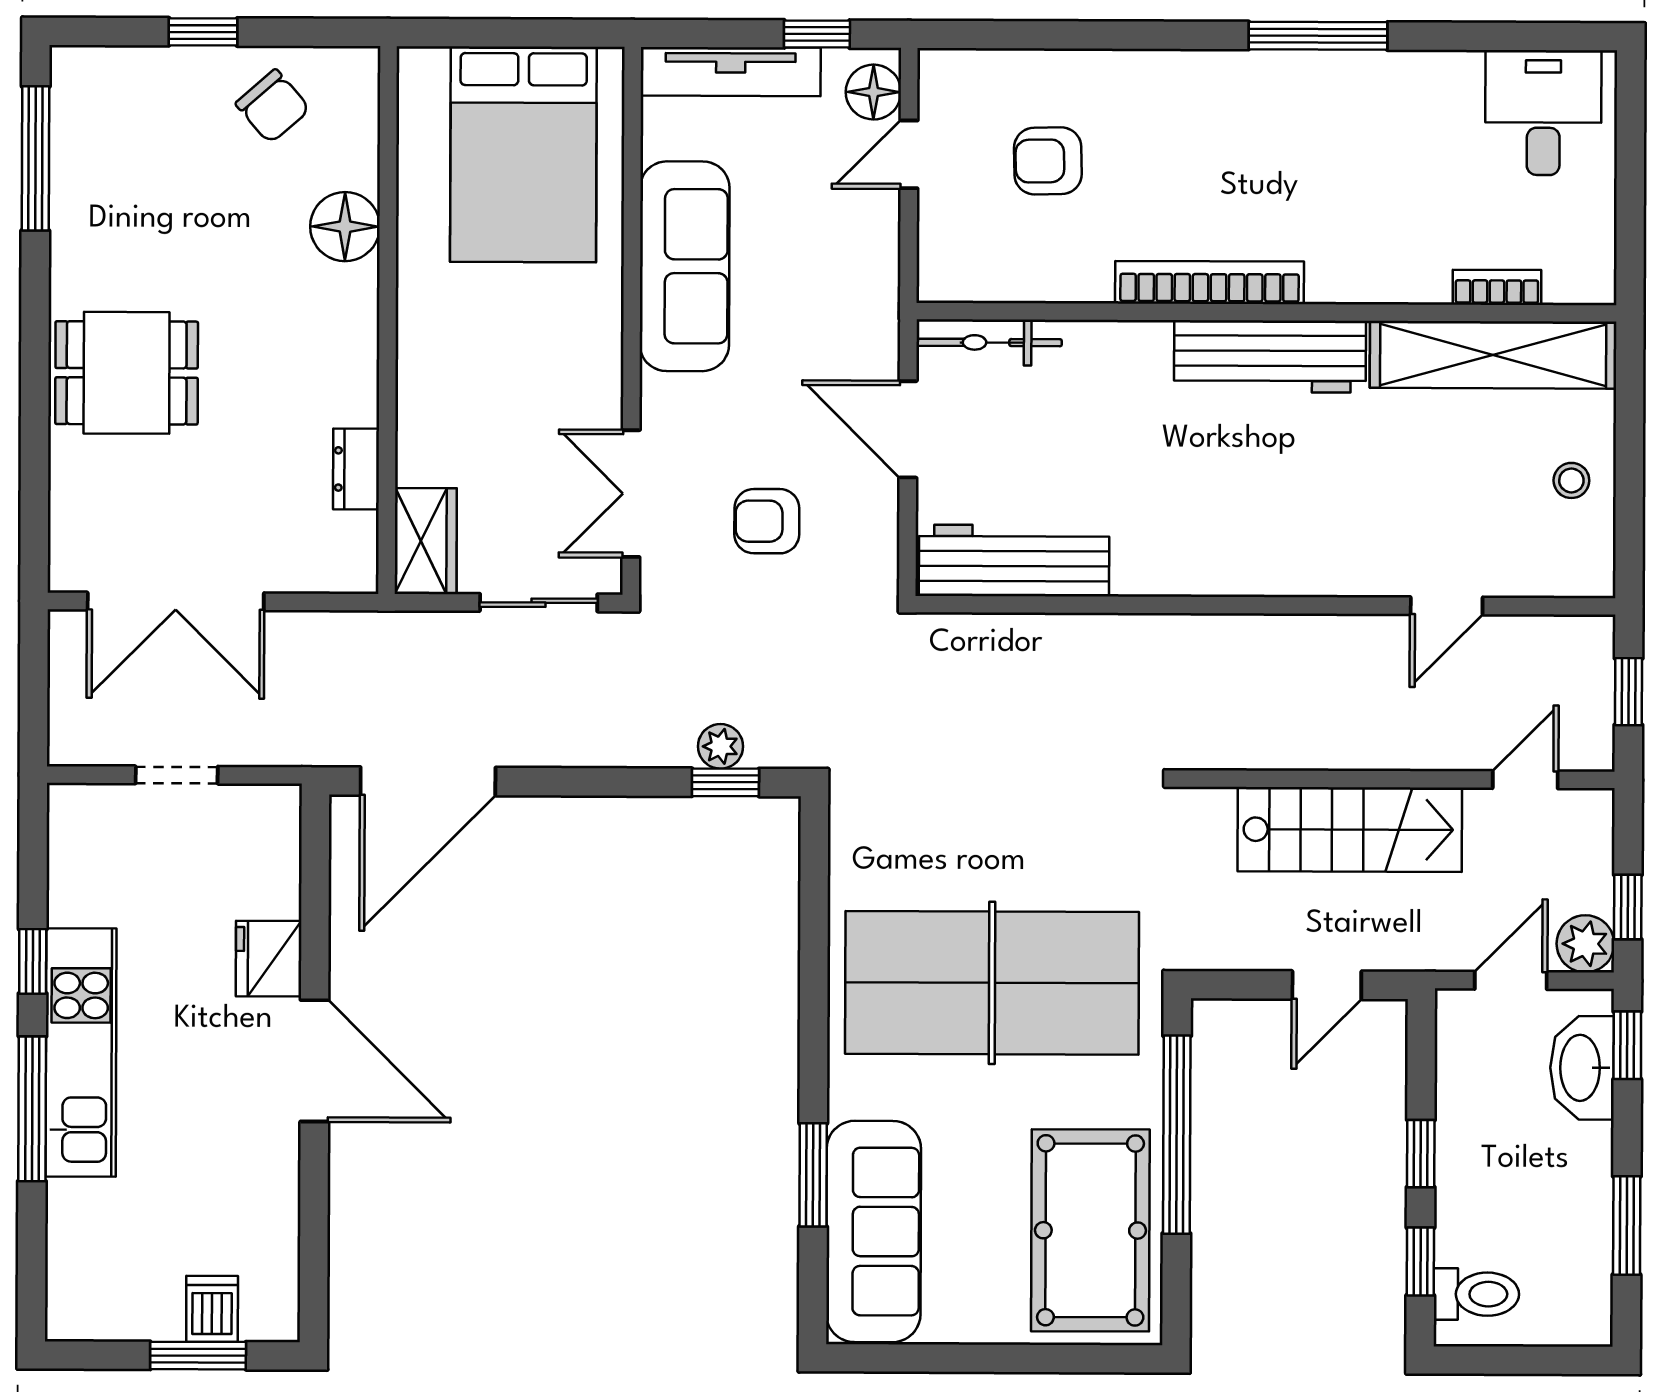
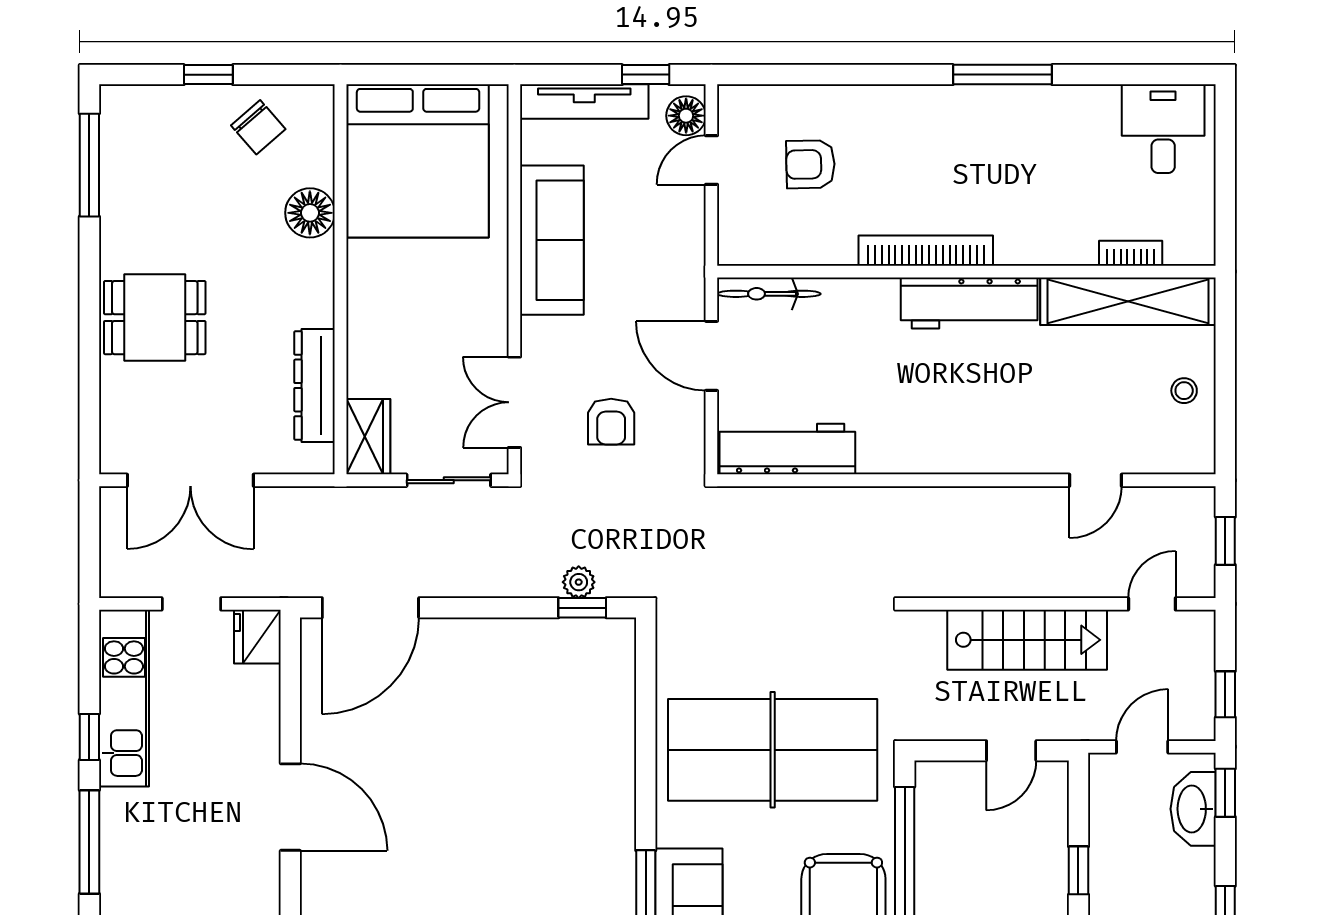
bed: (523, 154) -> (418, 161), width x1.36
dresser: (356, 469) -> (315, 385), width x1.96, depth x1.24
armchair: (767, 521) -> (611, 422), turned -90
plant: (1585, 944) -> (1195, 721), removed
fridge: (269, 959) -> (257, 637), moved
kitchen unit: (81, 1053) -> (124, 698), moved

